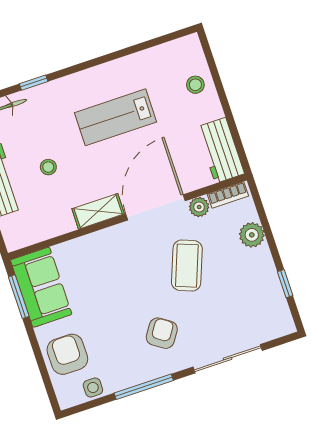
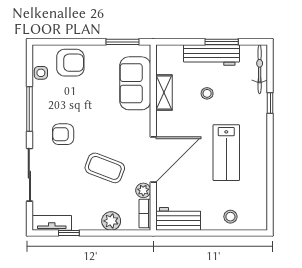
lab bench: (116, 117) -> (226, 153), turned 180
door: (155, 207) -> (153, 159), hinge flipped
shelving: (98, 211) -> (164, 93), moved
sofa: (41, 287) -> (135, 83), moved, turned 90
tv unit: (279, 310) -> (52, 223), added
armchair: (162, 333) -> (63, 134), turned 146

